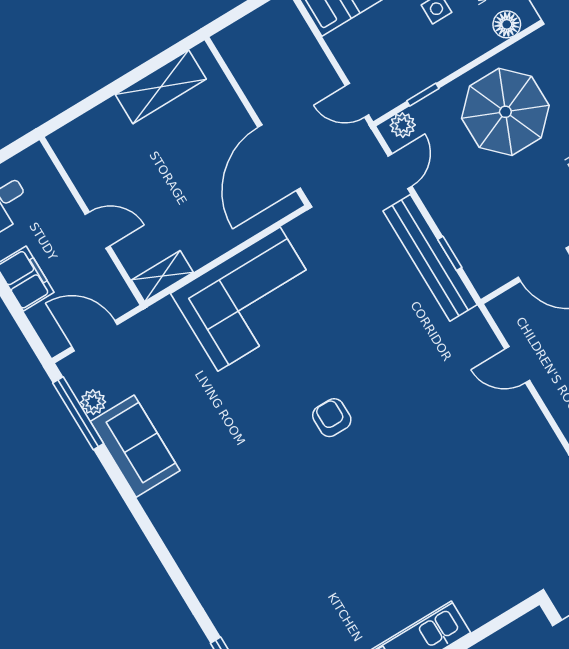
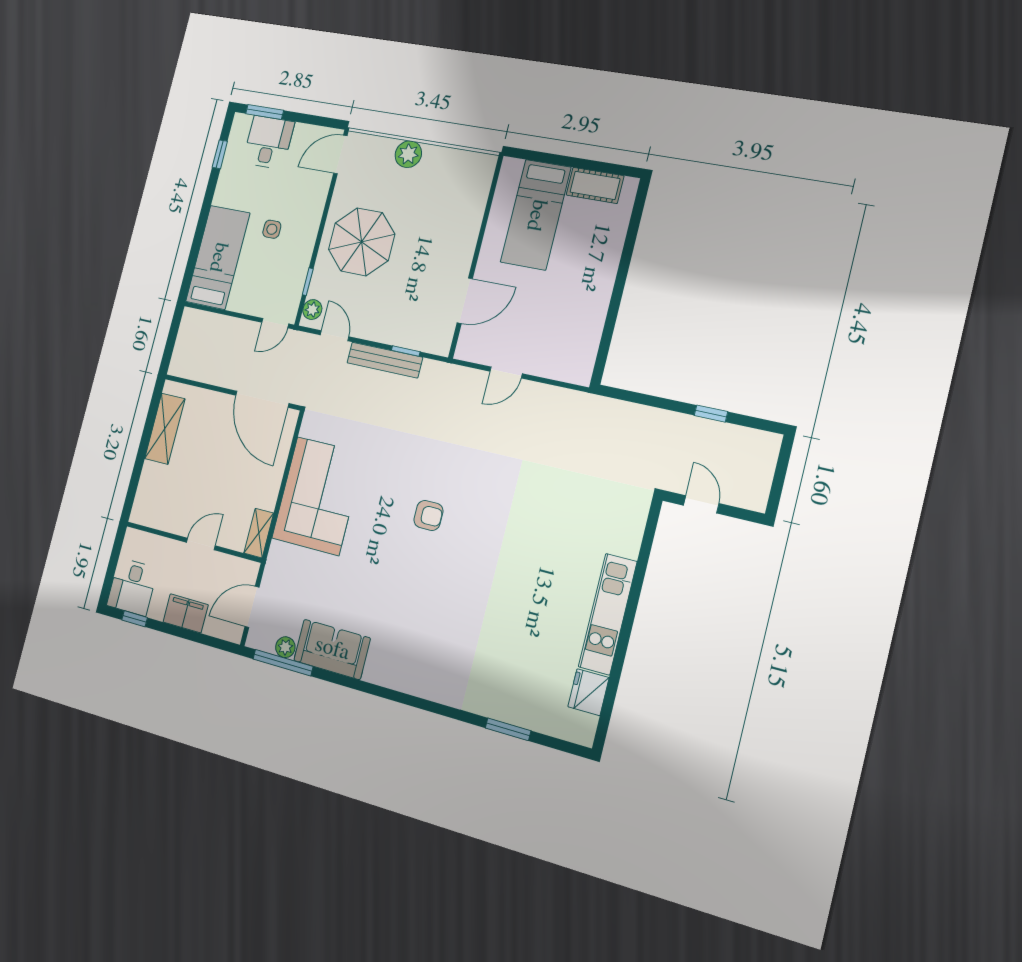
floor lamp: (507, 24) -> (317, 196), removed
bench: (430, 258) -> (385, 360), width x0.73, depth x0.82
armchair: (332, 418) -> (428, 515), turned 180

